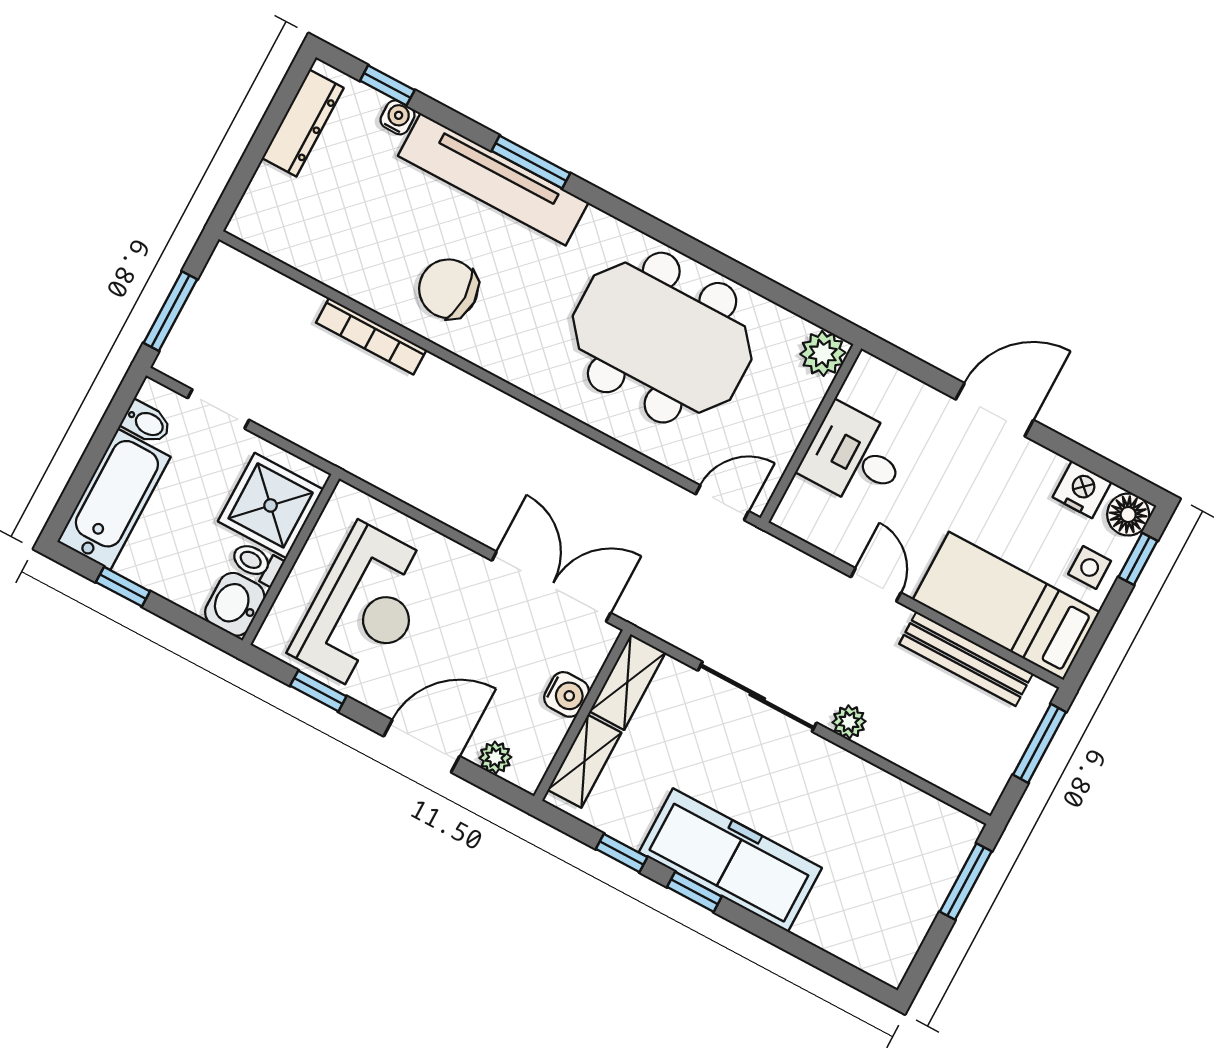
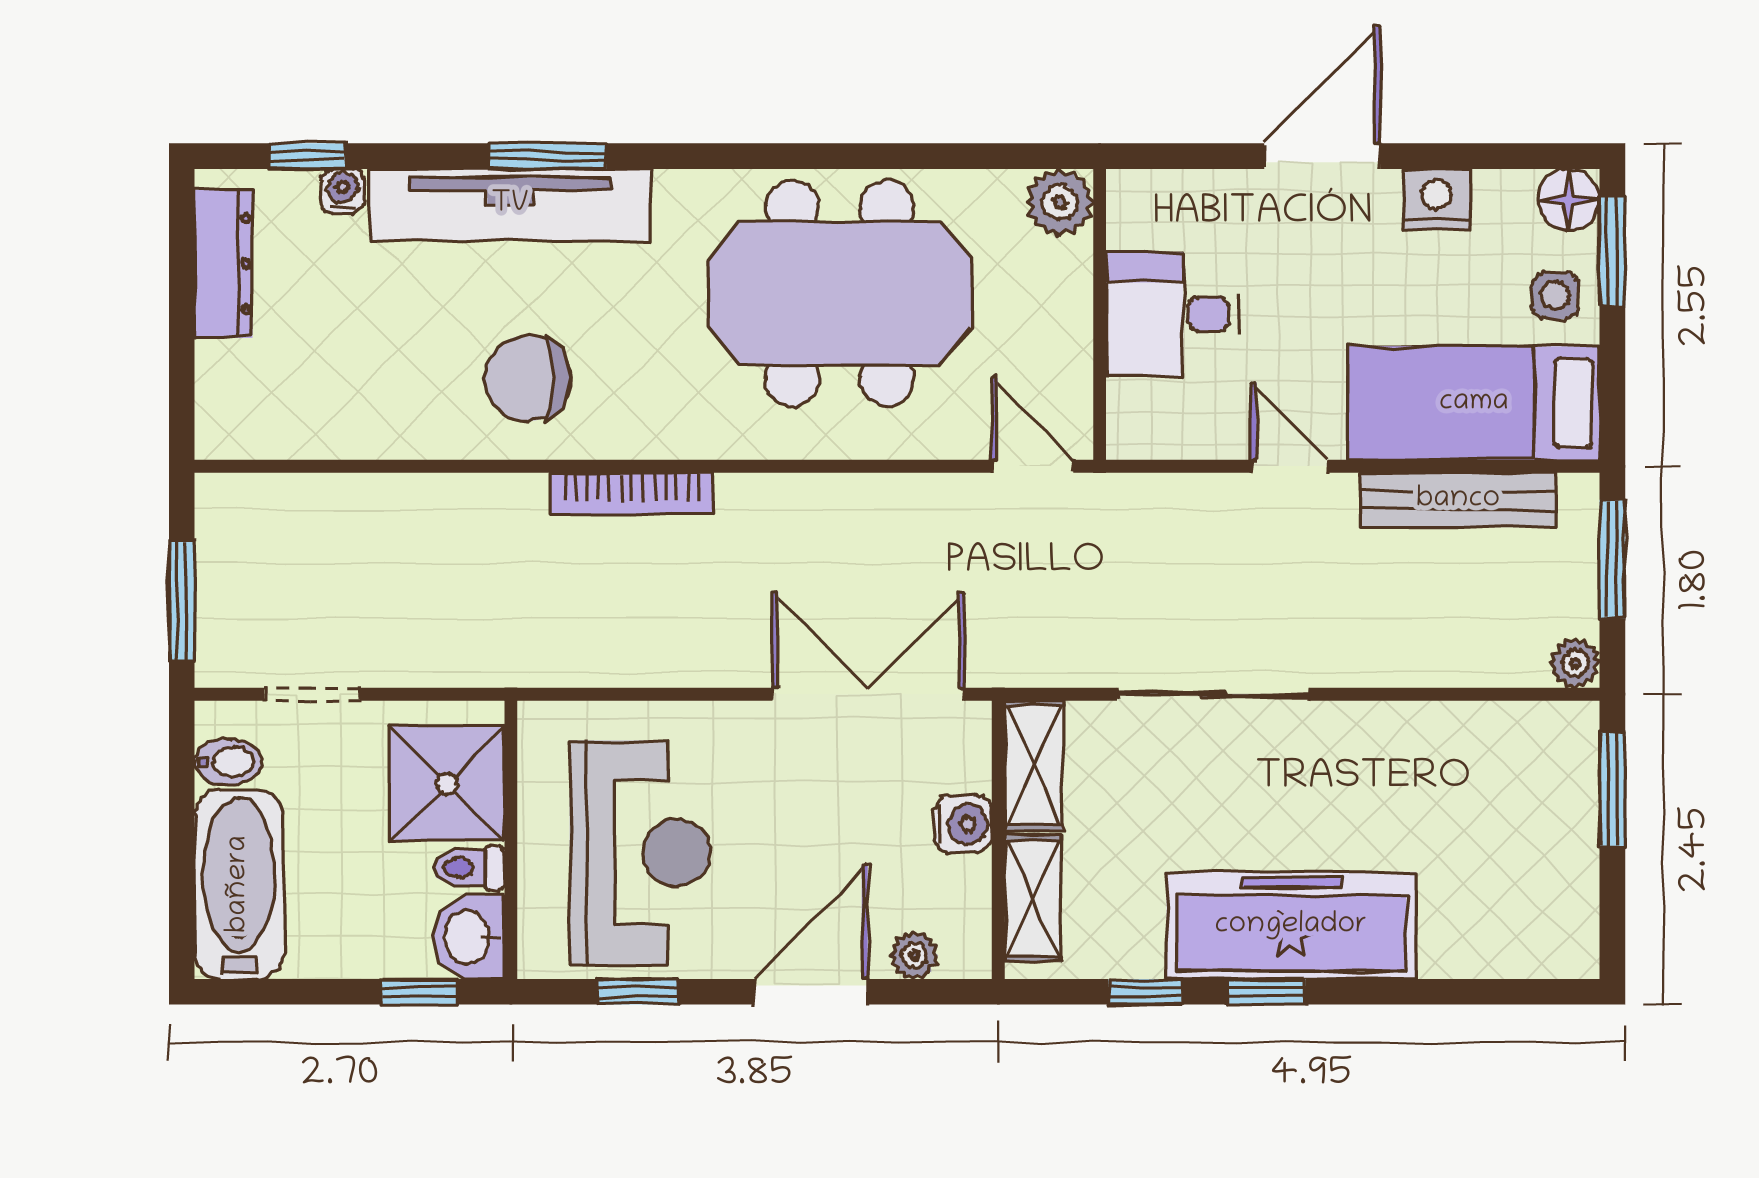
bookcase: (371, 336) -> (632, 494), moved
nightstand: (1082, 490) -> (1437, 199), moved
door: (722, 503) -> (1033, 466), hinge flipped
window: (1138, 559) -> (1612, 251), width x1.50
window: (123, 587) -> (420, 992), moved
plant: (849, 722) -> (1575, 663), moved

